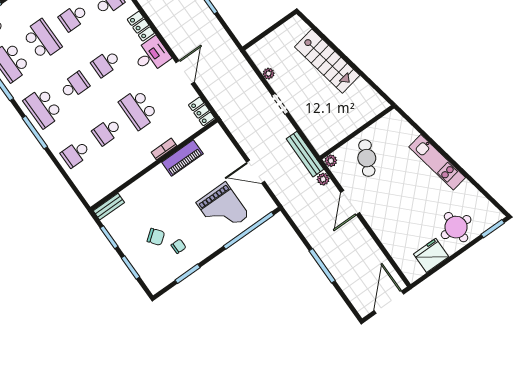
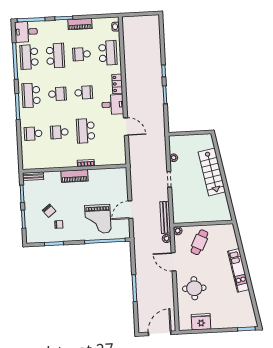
school desk: (106, 63) -> (84, 93), turned 180
door: (185, 72) -> (126, 127), hinge flipped
locker: (202, 111) -> (121, 155), removed
piano: (182, 158) -> (75, 176), moved
door: (256, 172) -> (130, 210), hinge flipped
door: (350, 203) -> (174, 262), hinge flipped
round table: (456, 227) -> (194, 288), moved

